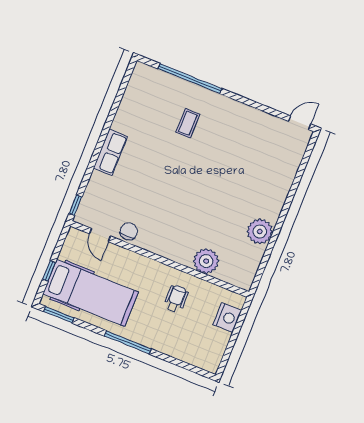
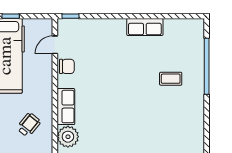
row of seats: (111, 152) -> (145, 27), moved
row of seats: (172, 250) -> (66, 107), added
wheelchair: (176, 299) -> (29, 125), turned -51

